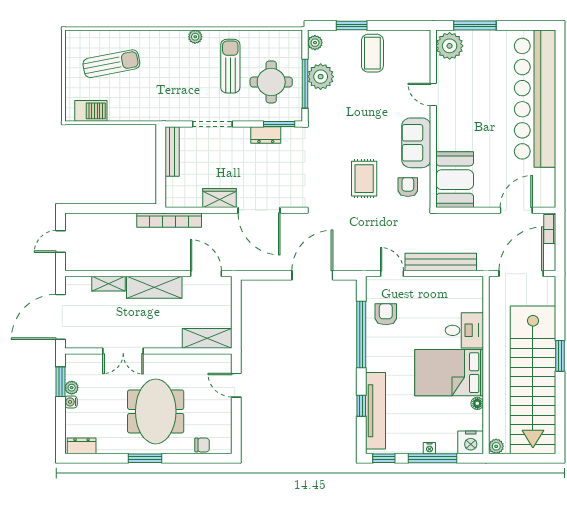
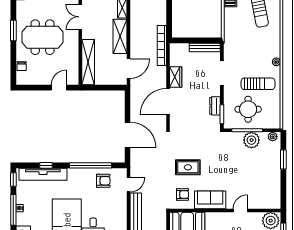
coffee table: (372, 53) -> (266, 172), removed
shelving: (207, 338) -> (88, 62), width x1.47

